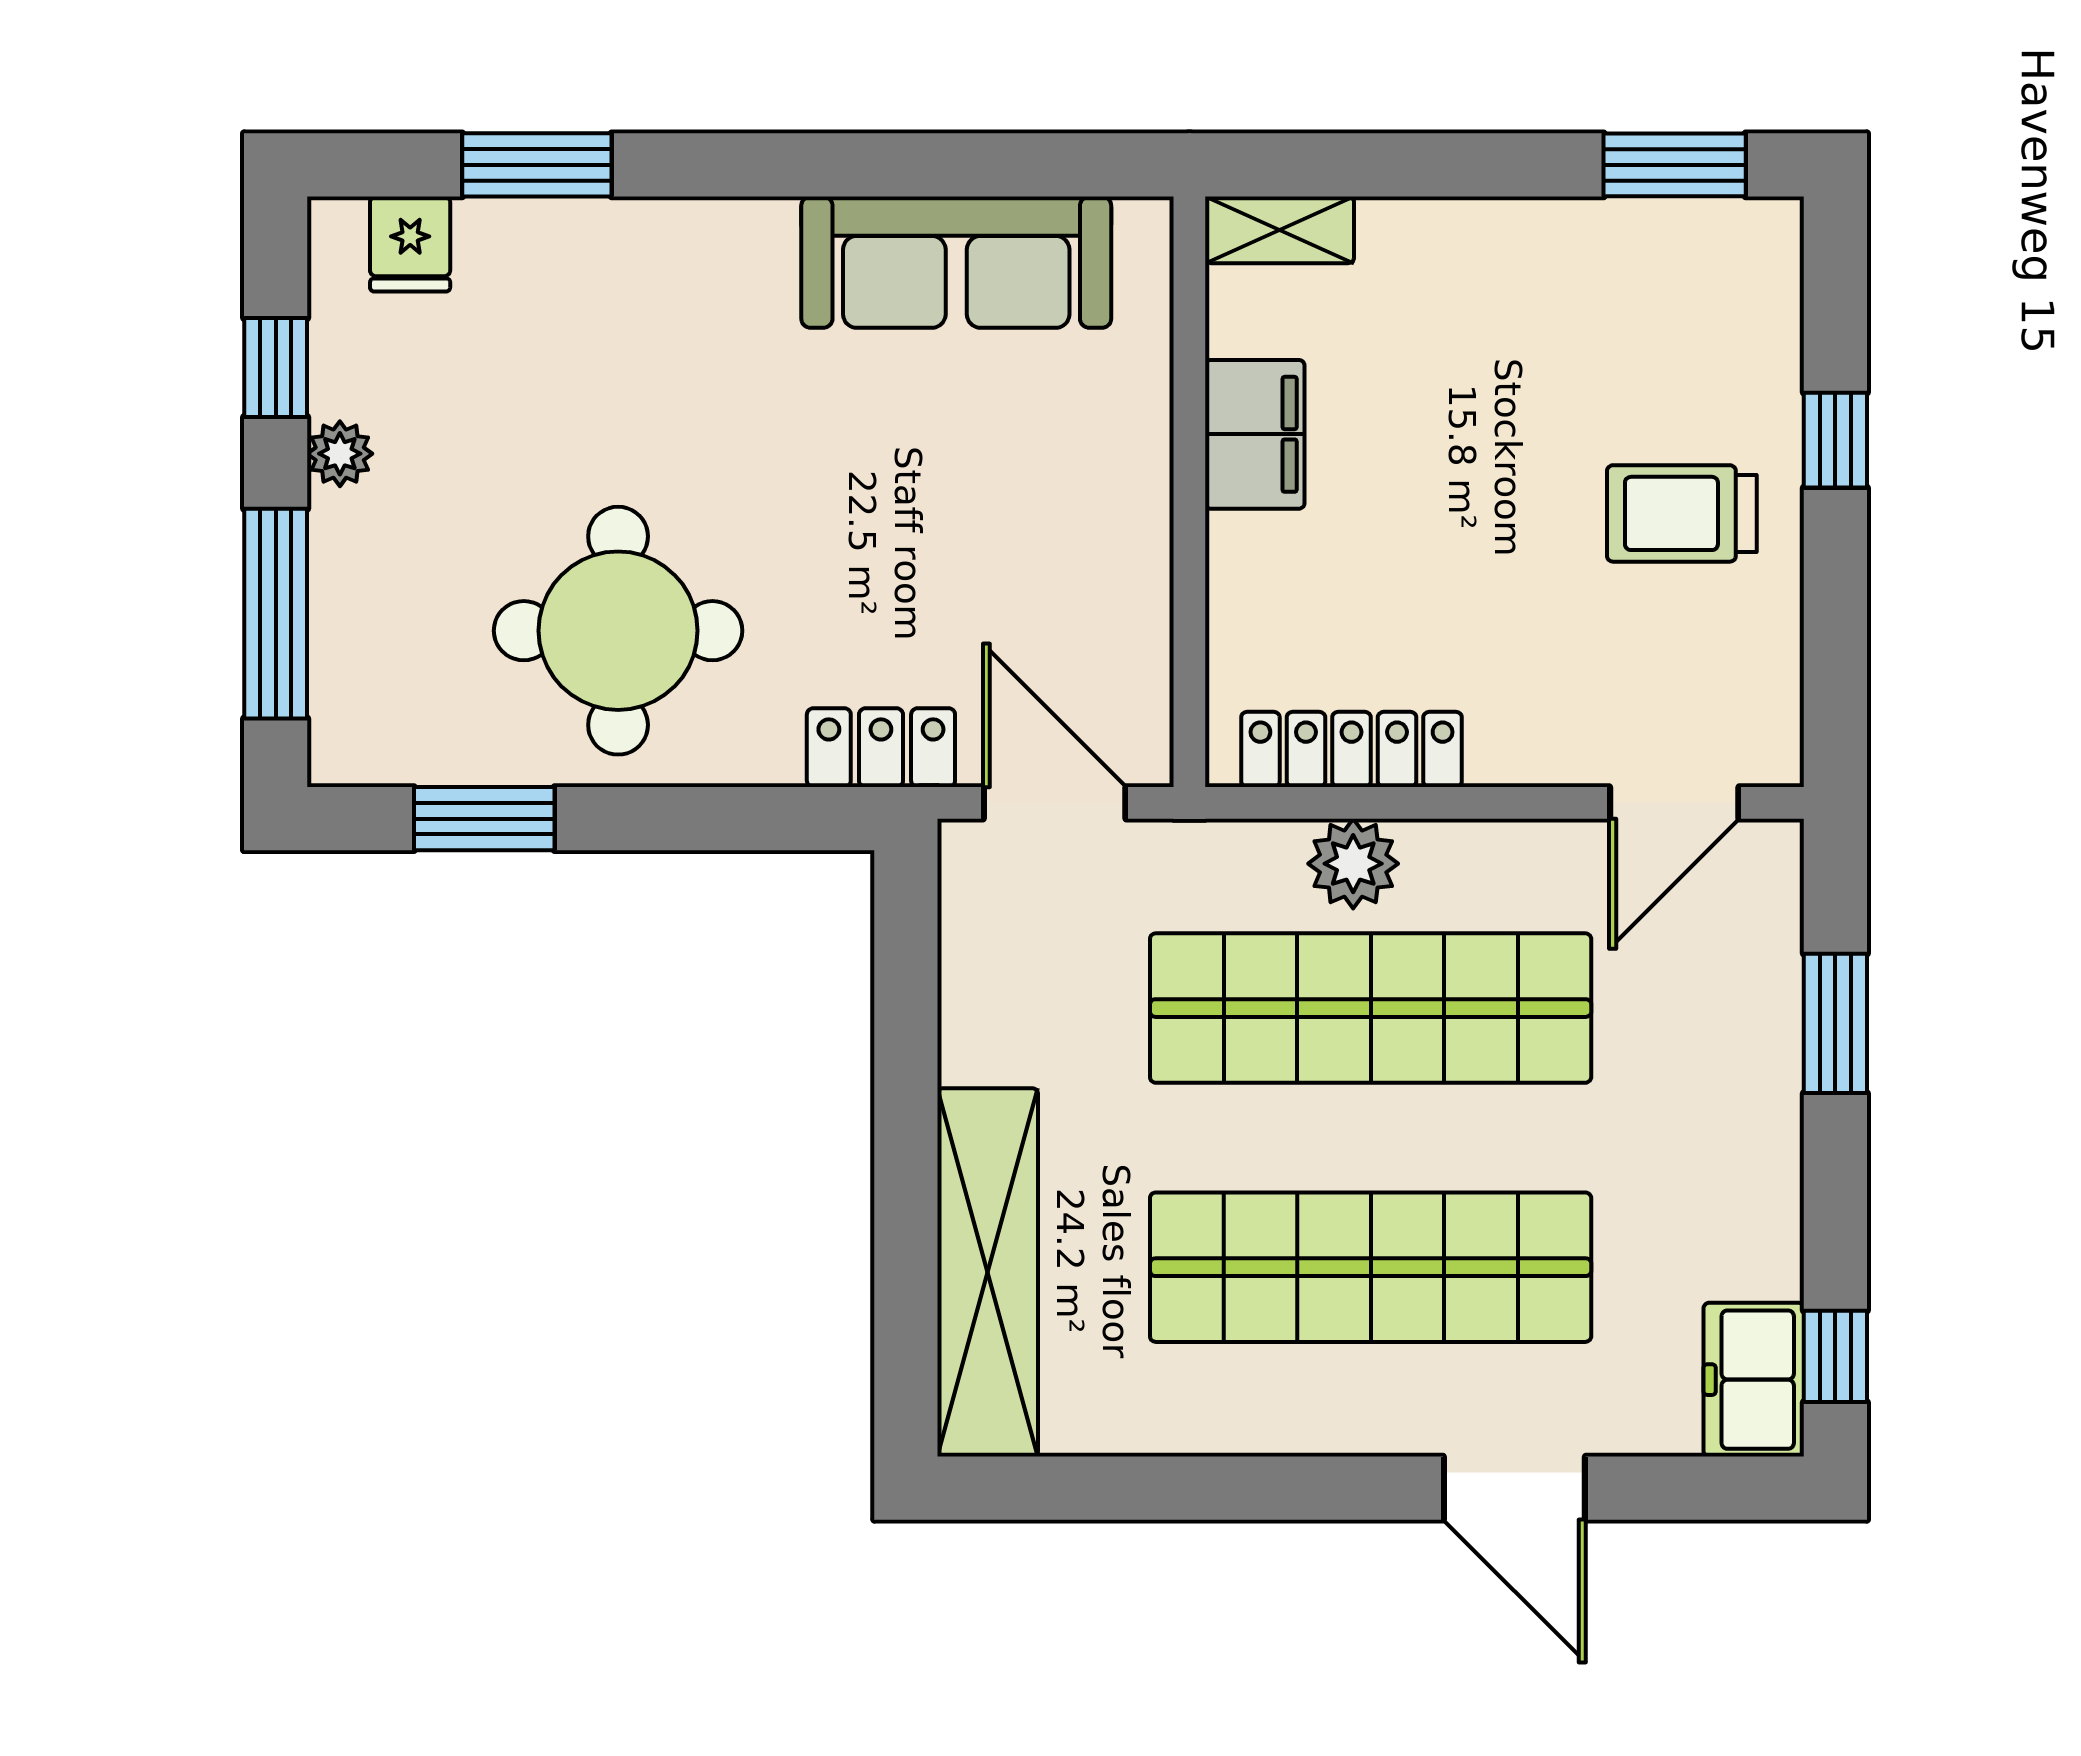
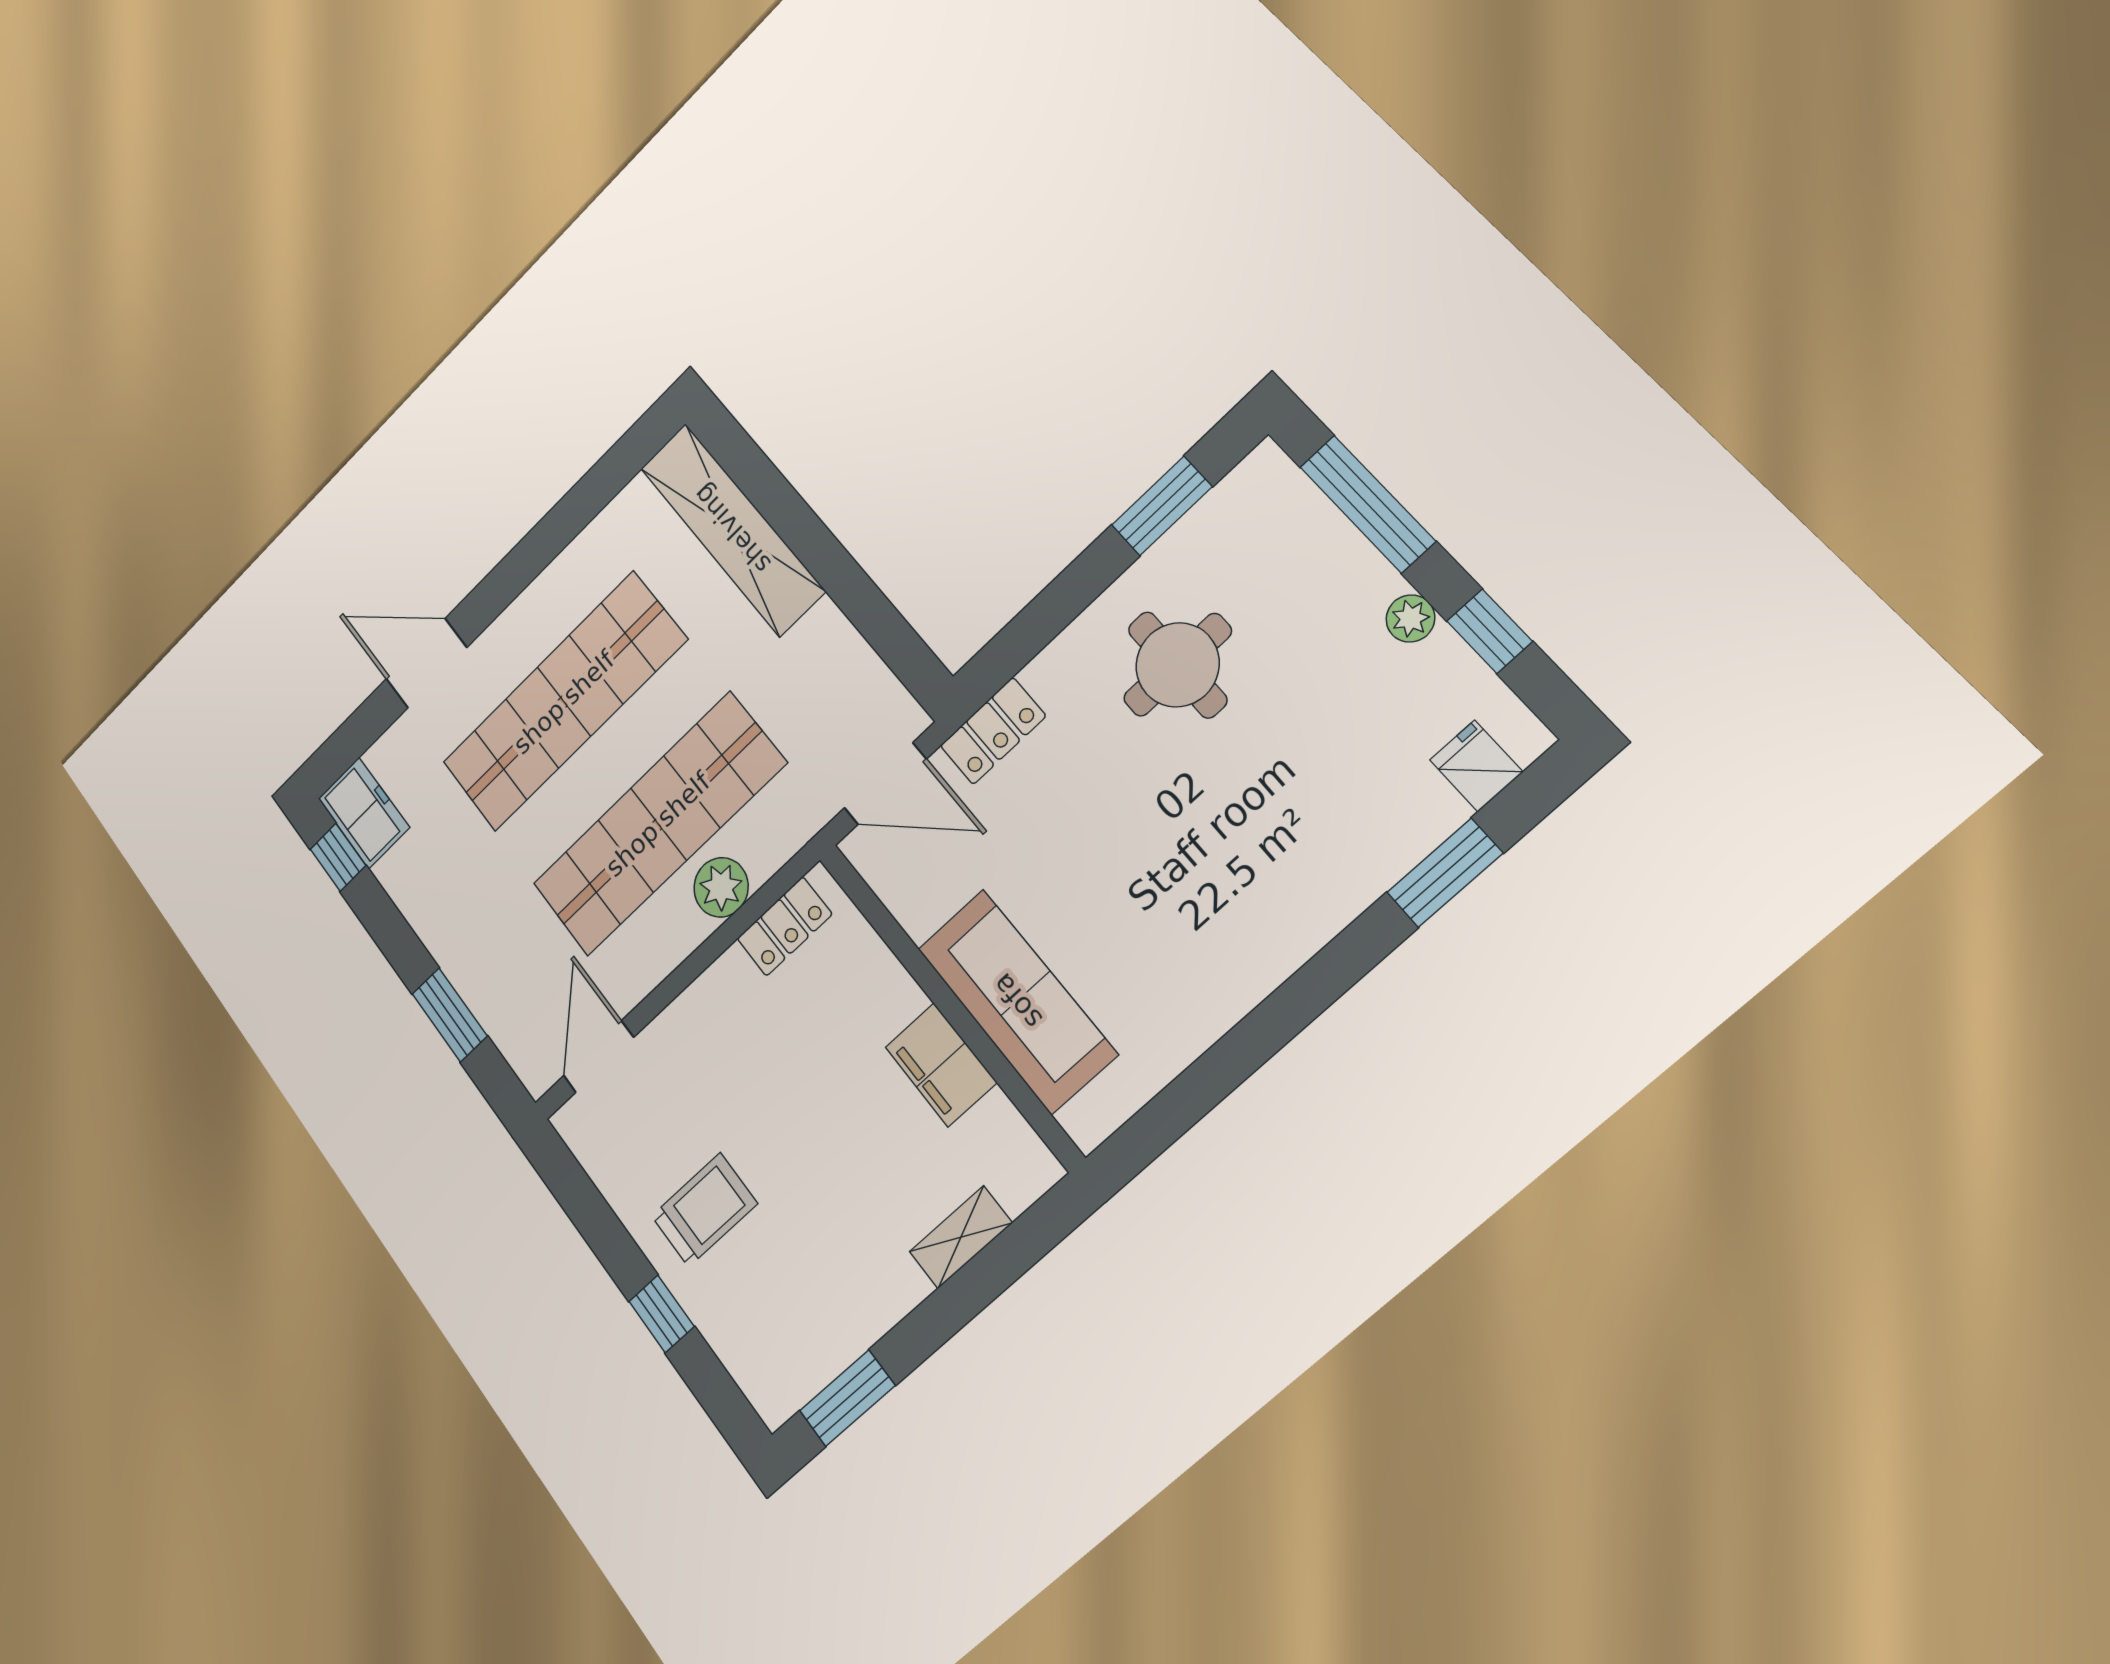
shelving: (1280, 230) -> (961, 1237), moved
sofa: (956, 262) -> (1017, 1001), moved, turned 90
round table: (618, 631) -> (1178, 665), width x0.73, depth x0.73
locker: (1351, 749) -> (785, 926), width x0.66

